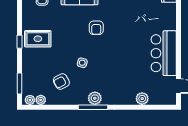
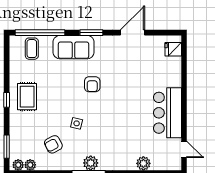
rug: (38, 39) -> (27, 97), turned 90

